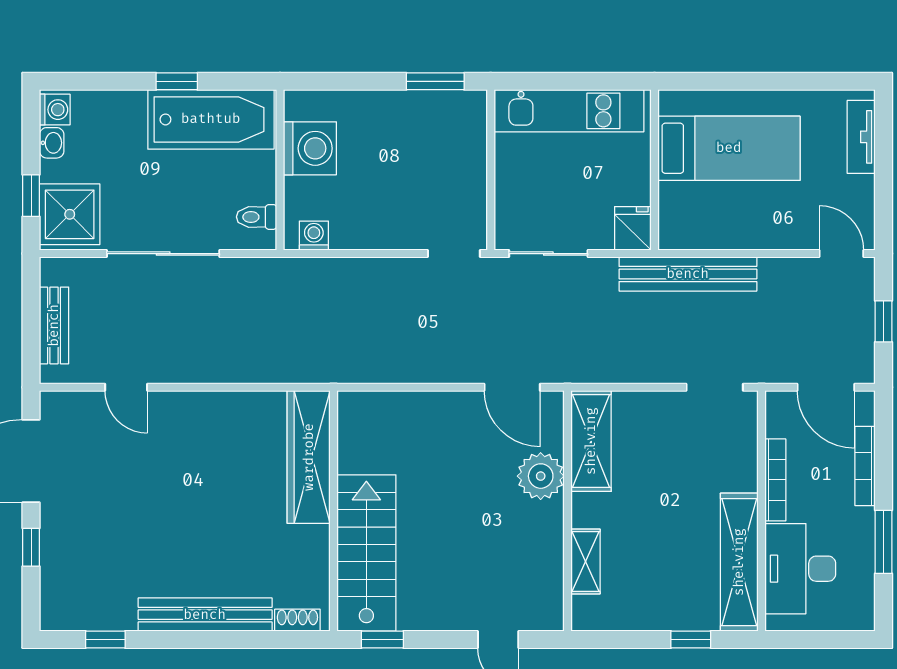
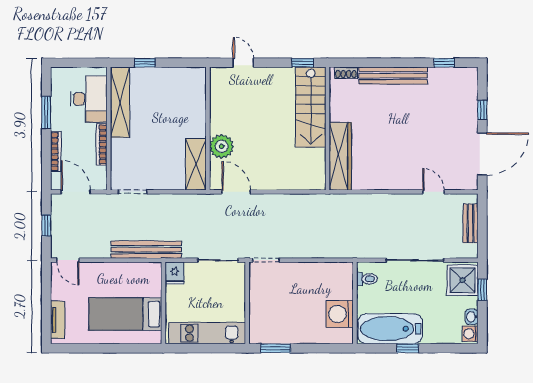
washing machine: (314, 236) -> (338, 269), removed
shelving: (585, 562) -> (199, 103), removed

